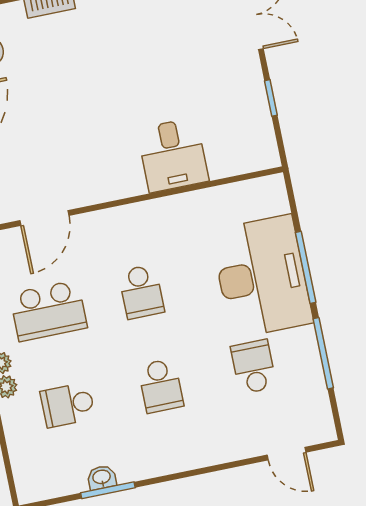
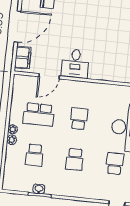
desk: (173, 155) -> (75, 64), moved
school desk: (141, 292) -> (79, 119), turned 180
school desk: (68, 405) -> (34, 155), turned -90

